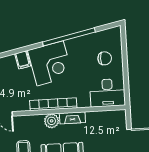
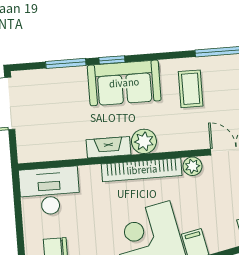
plant: (23, 106) -> (192, 166), added

